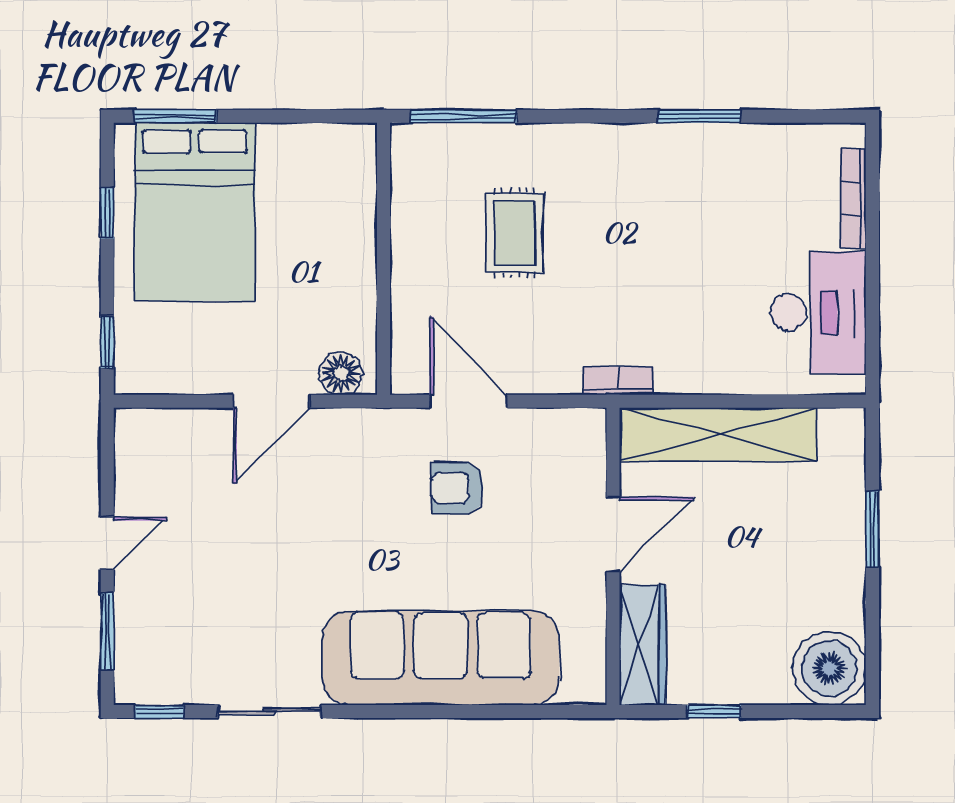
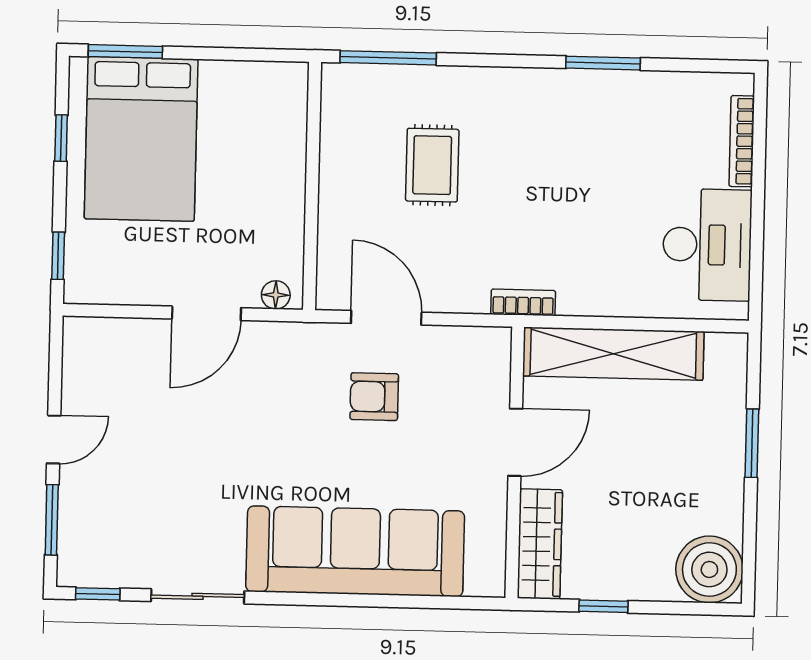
floor lamp: (341, 373) -> (276, 295), width x0.73, depth x0.73

